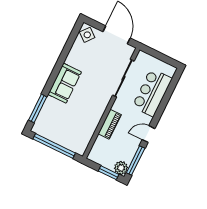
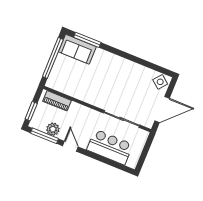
sofa: (65, 83) -> (77, 49), moved
piano: (110, 124) -> (57, 101), moved
plant: (121, 168) -> (53, 129), moved

